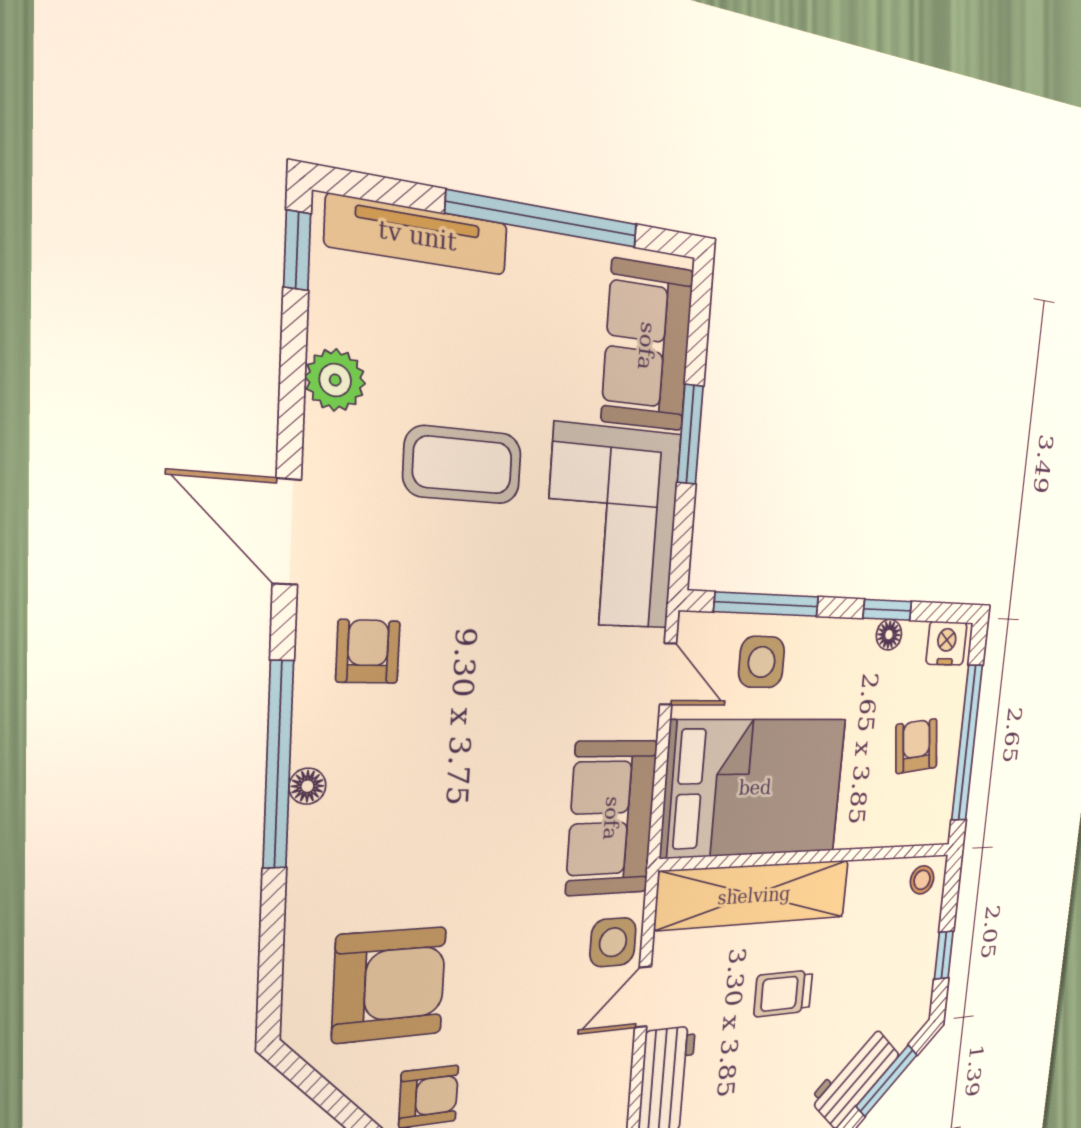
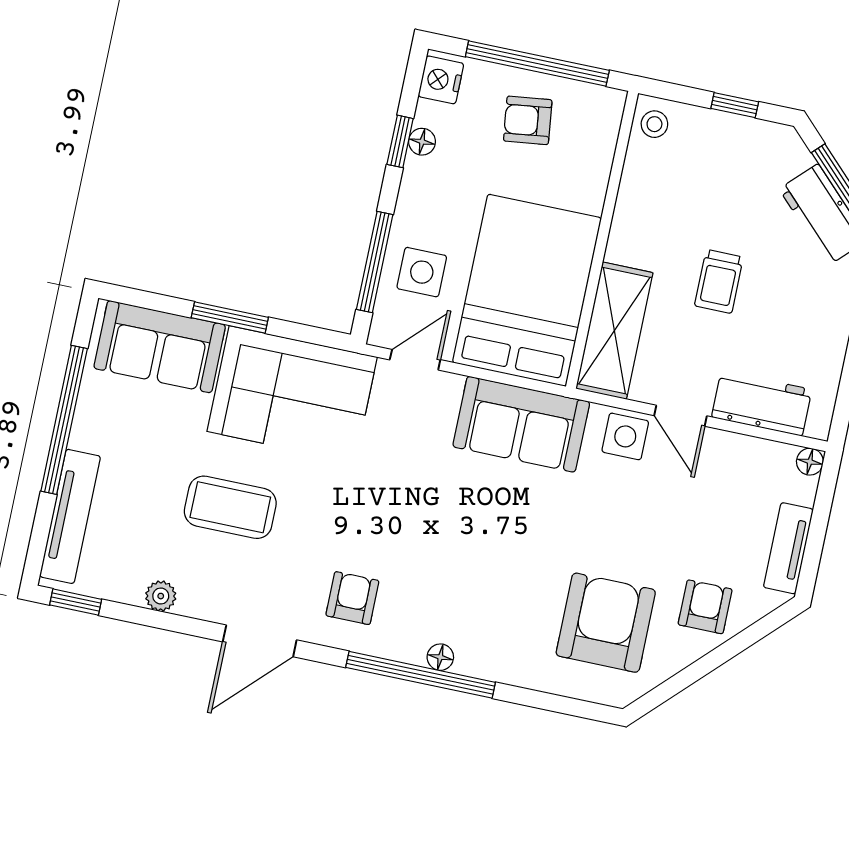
plant: (335, 380) -> (161, 596), width x0.73, depth x0.73
coffee table: (463, 465) -> (230, 507), turned 90
armchair: (368, 652) -> (352, 598), turned 90
shelving: (754, 895) -> (614, 331), width x0.68

